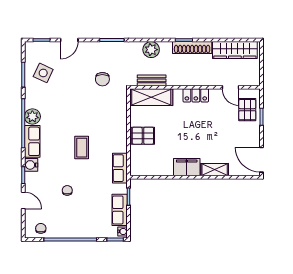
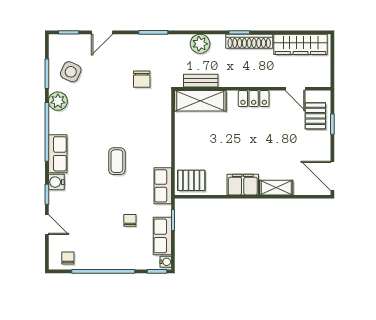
plant: (32, 117) -> (58, 101), moved
pallet: (143, 136) -> (191, 180), moved
chair: (67, 190) -> (130, 220), moved

